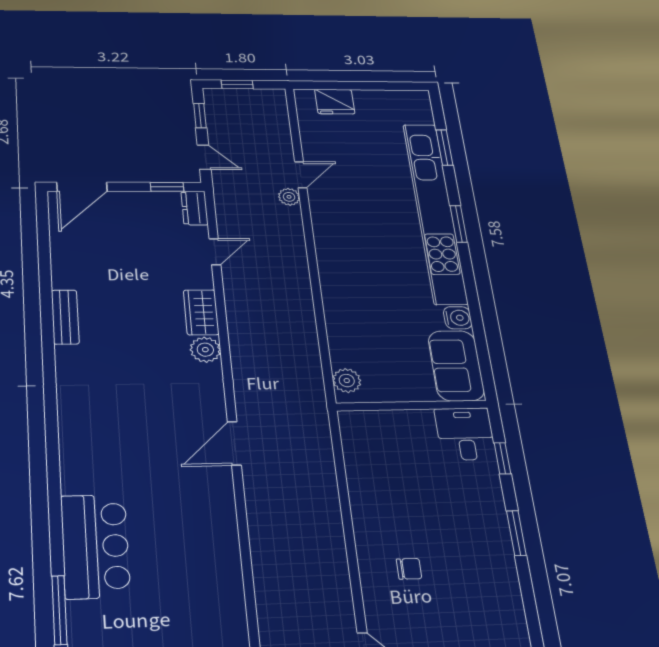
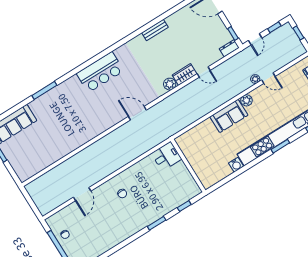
door: (215, 252) -> (204, 72), moved
sofa: (456, 366) -> (229, 116), moved, turned 180
plant: (347, 381) -> (246, 100), moved
desk: (465, 434) -> (167, 156), moved
bar counter: (95, 546) -> (100, 72), moved

